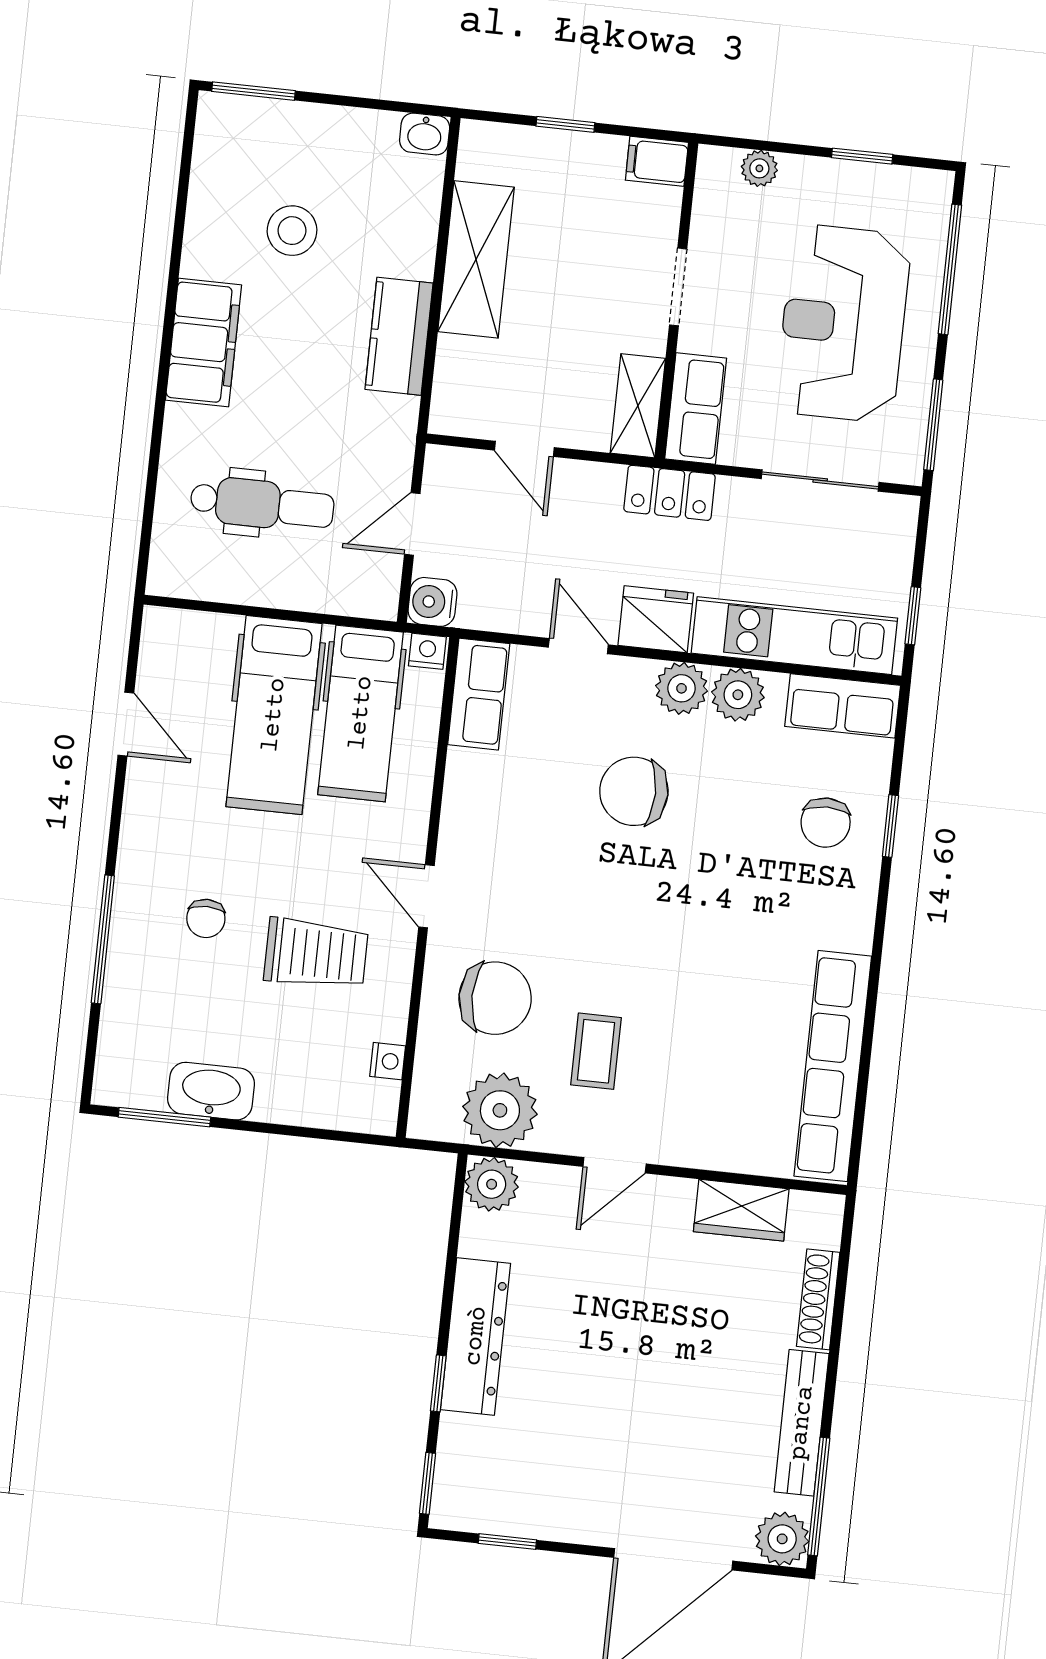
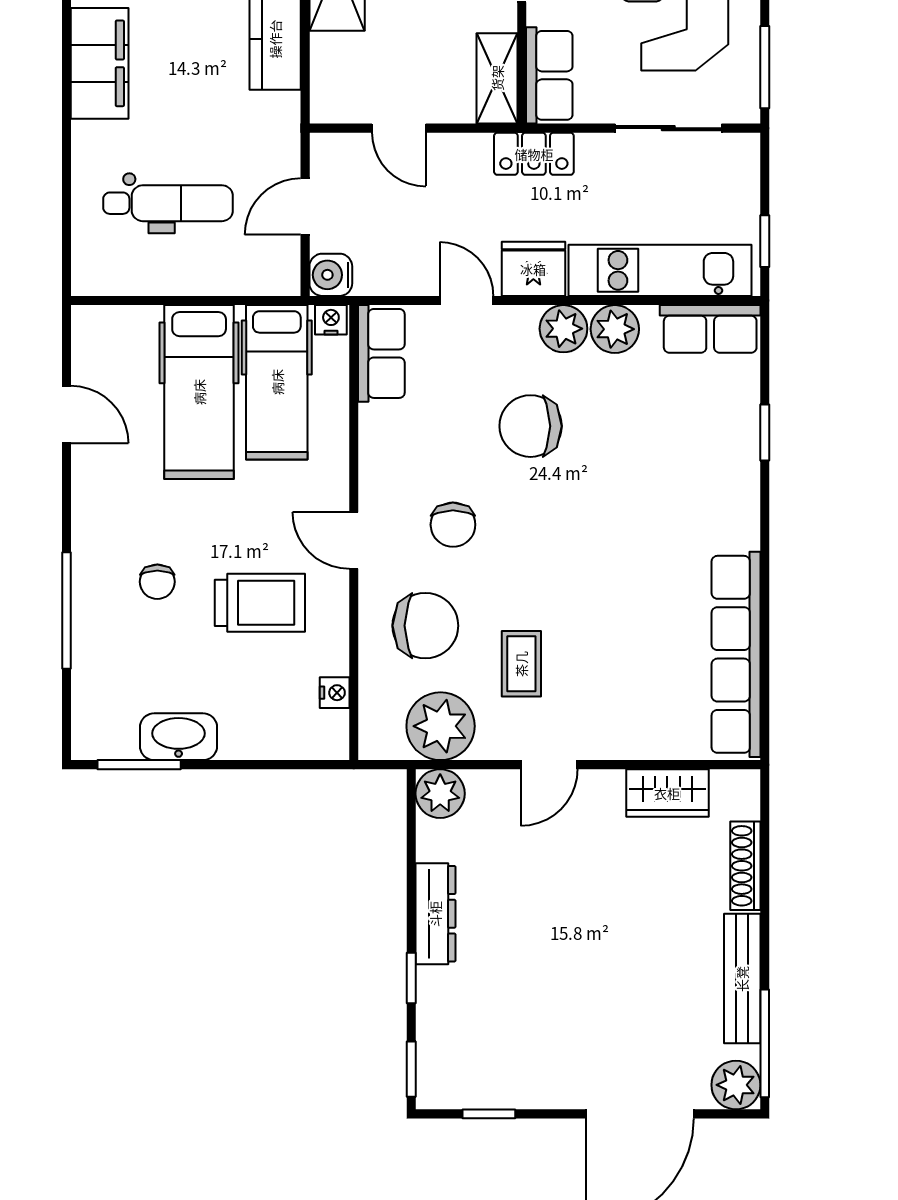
chair: (826, 823) -> (453, 525), moved
dresser: (476, 1336) -> (435, 914), width x0.73, depth x0.80

